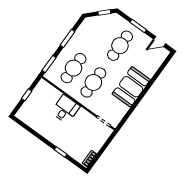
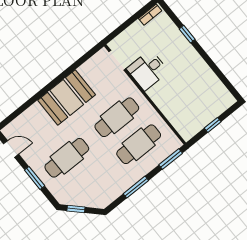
desk: (65, 109) -> (148, 70), moved

